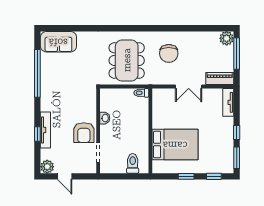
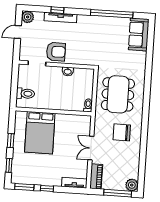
dining table: (127, 60) -> (118, 94), turned 90
armchair: (84, 133) -> (56, 52), turned 180

